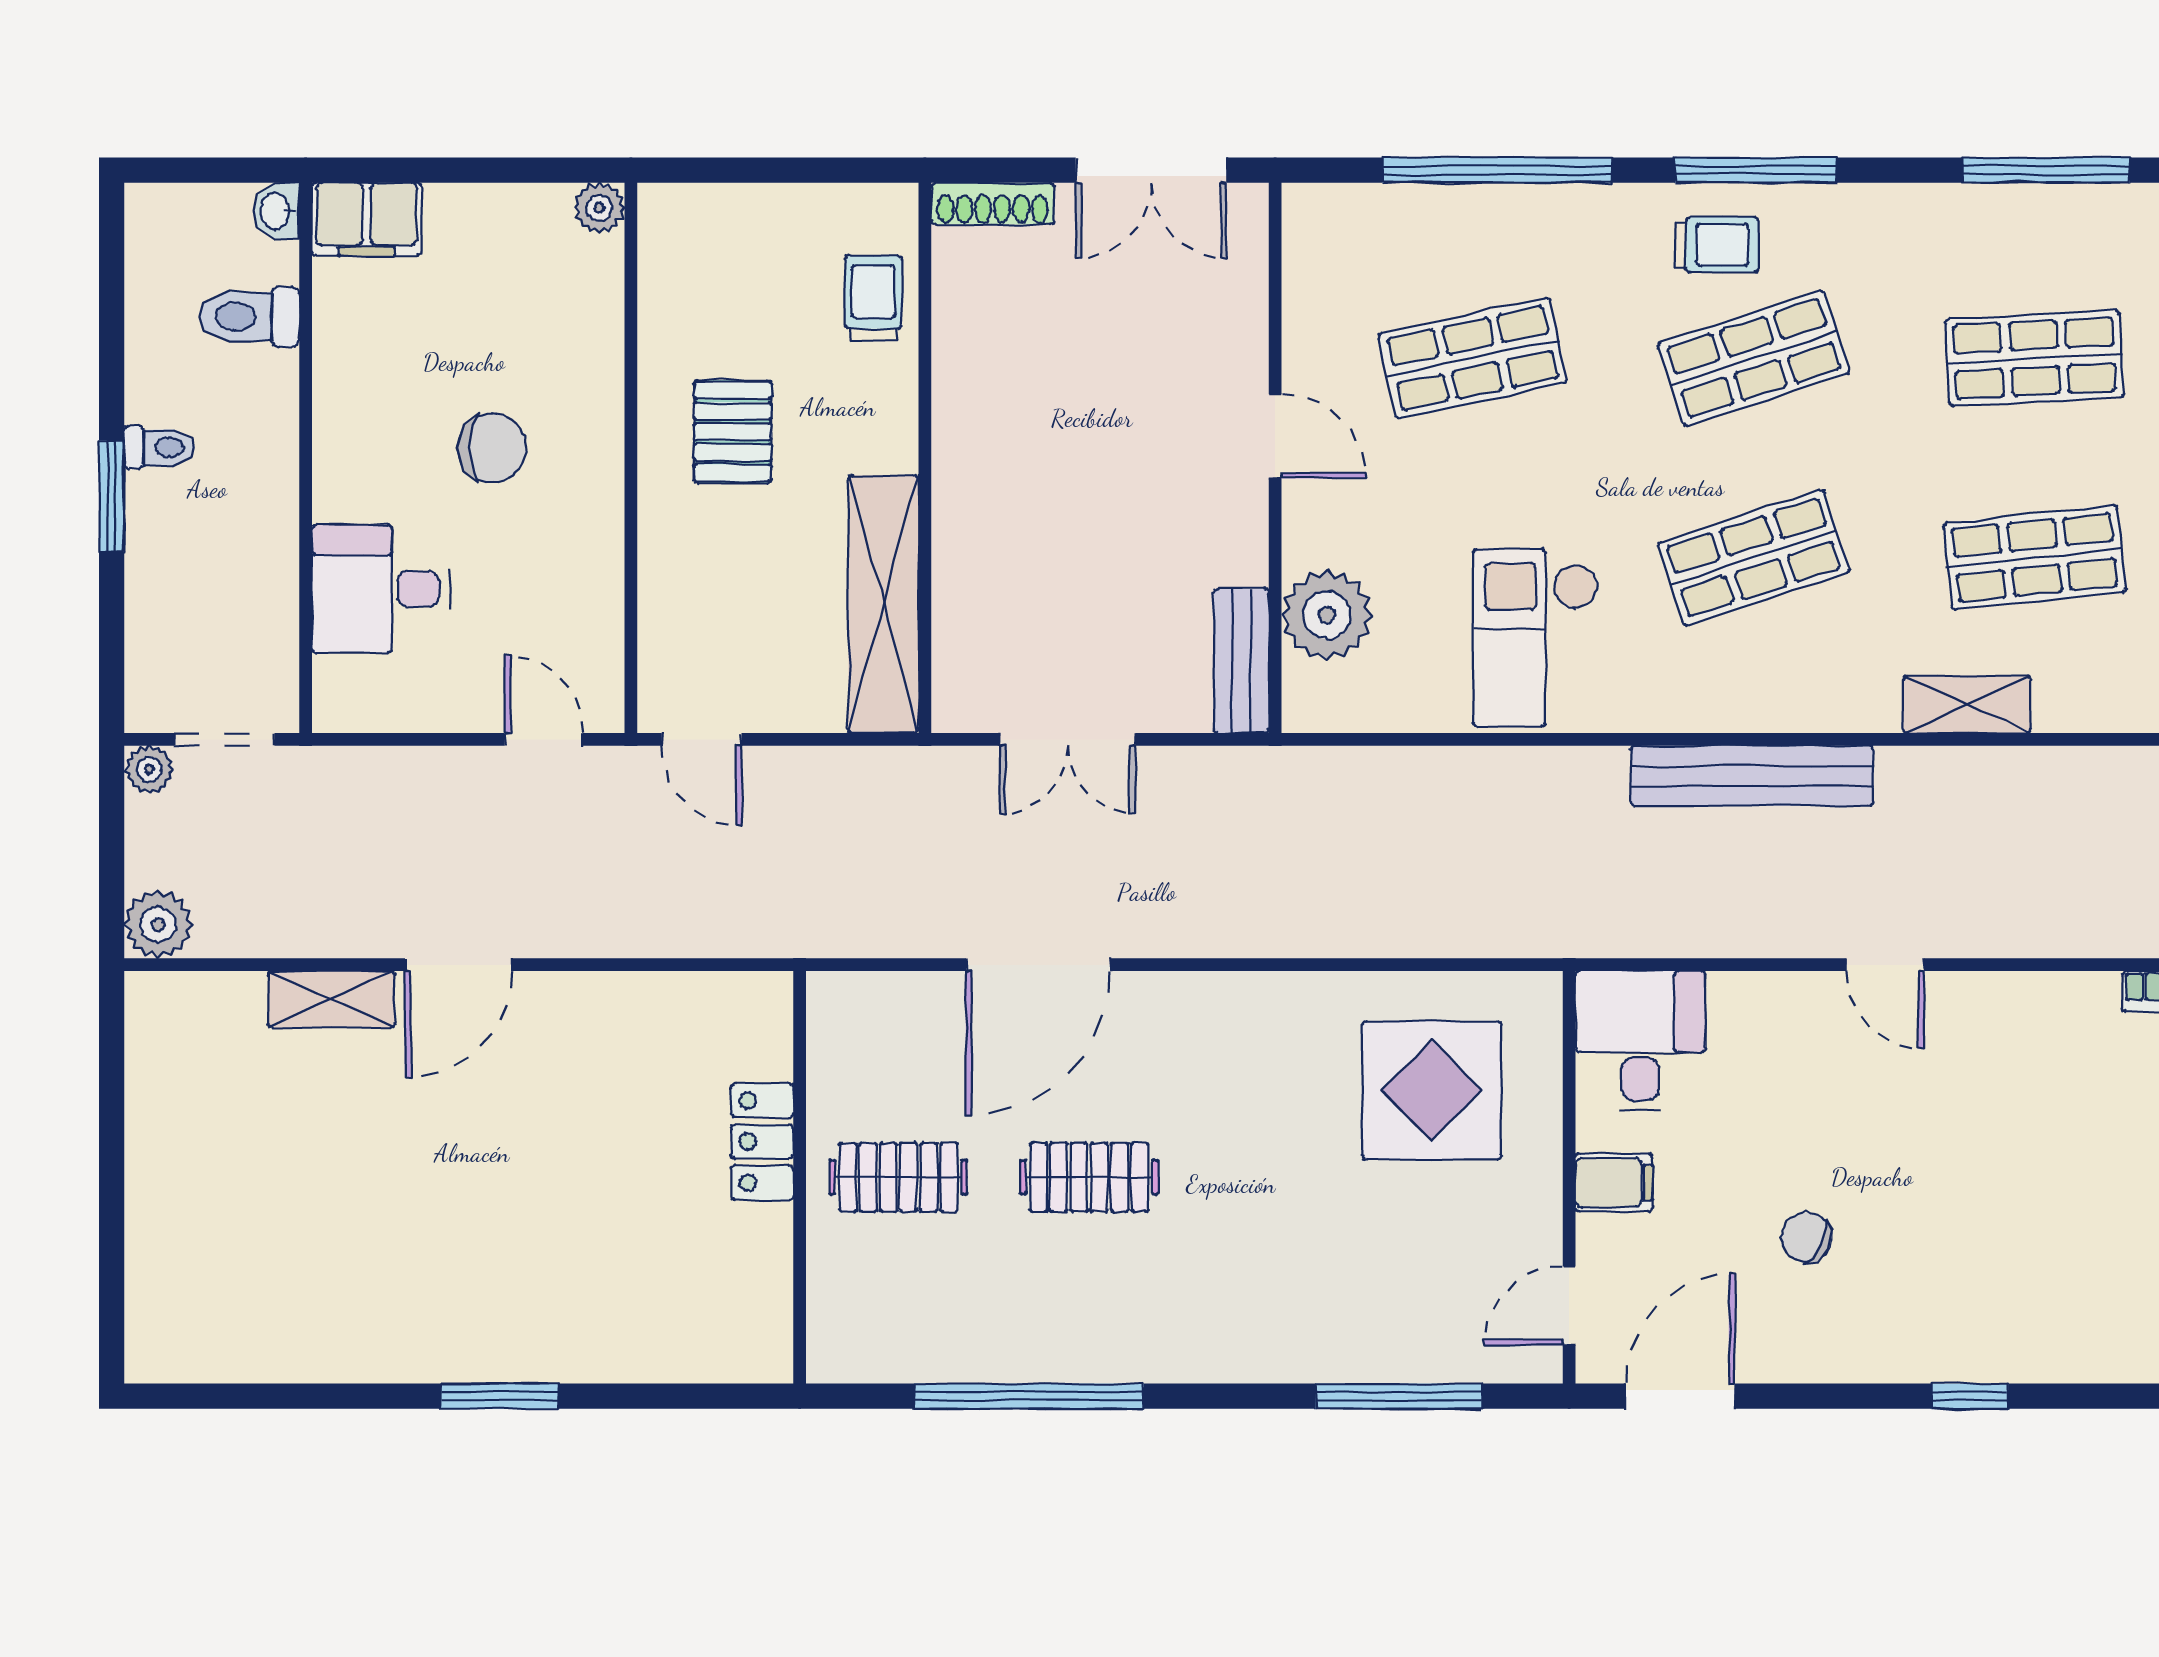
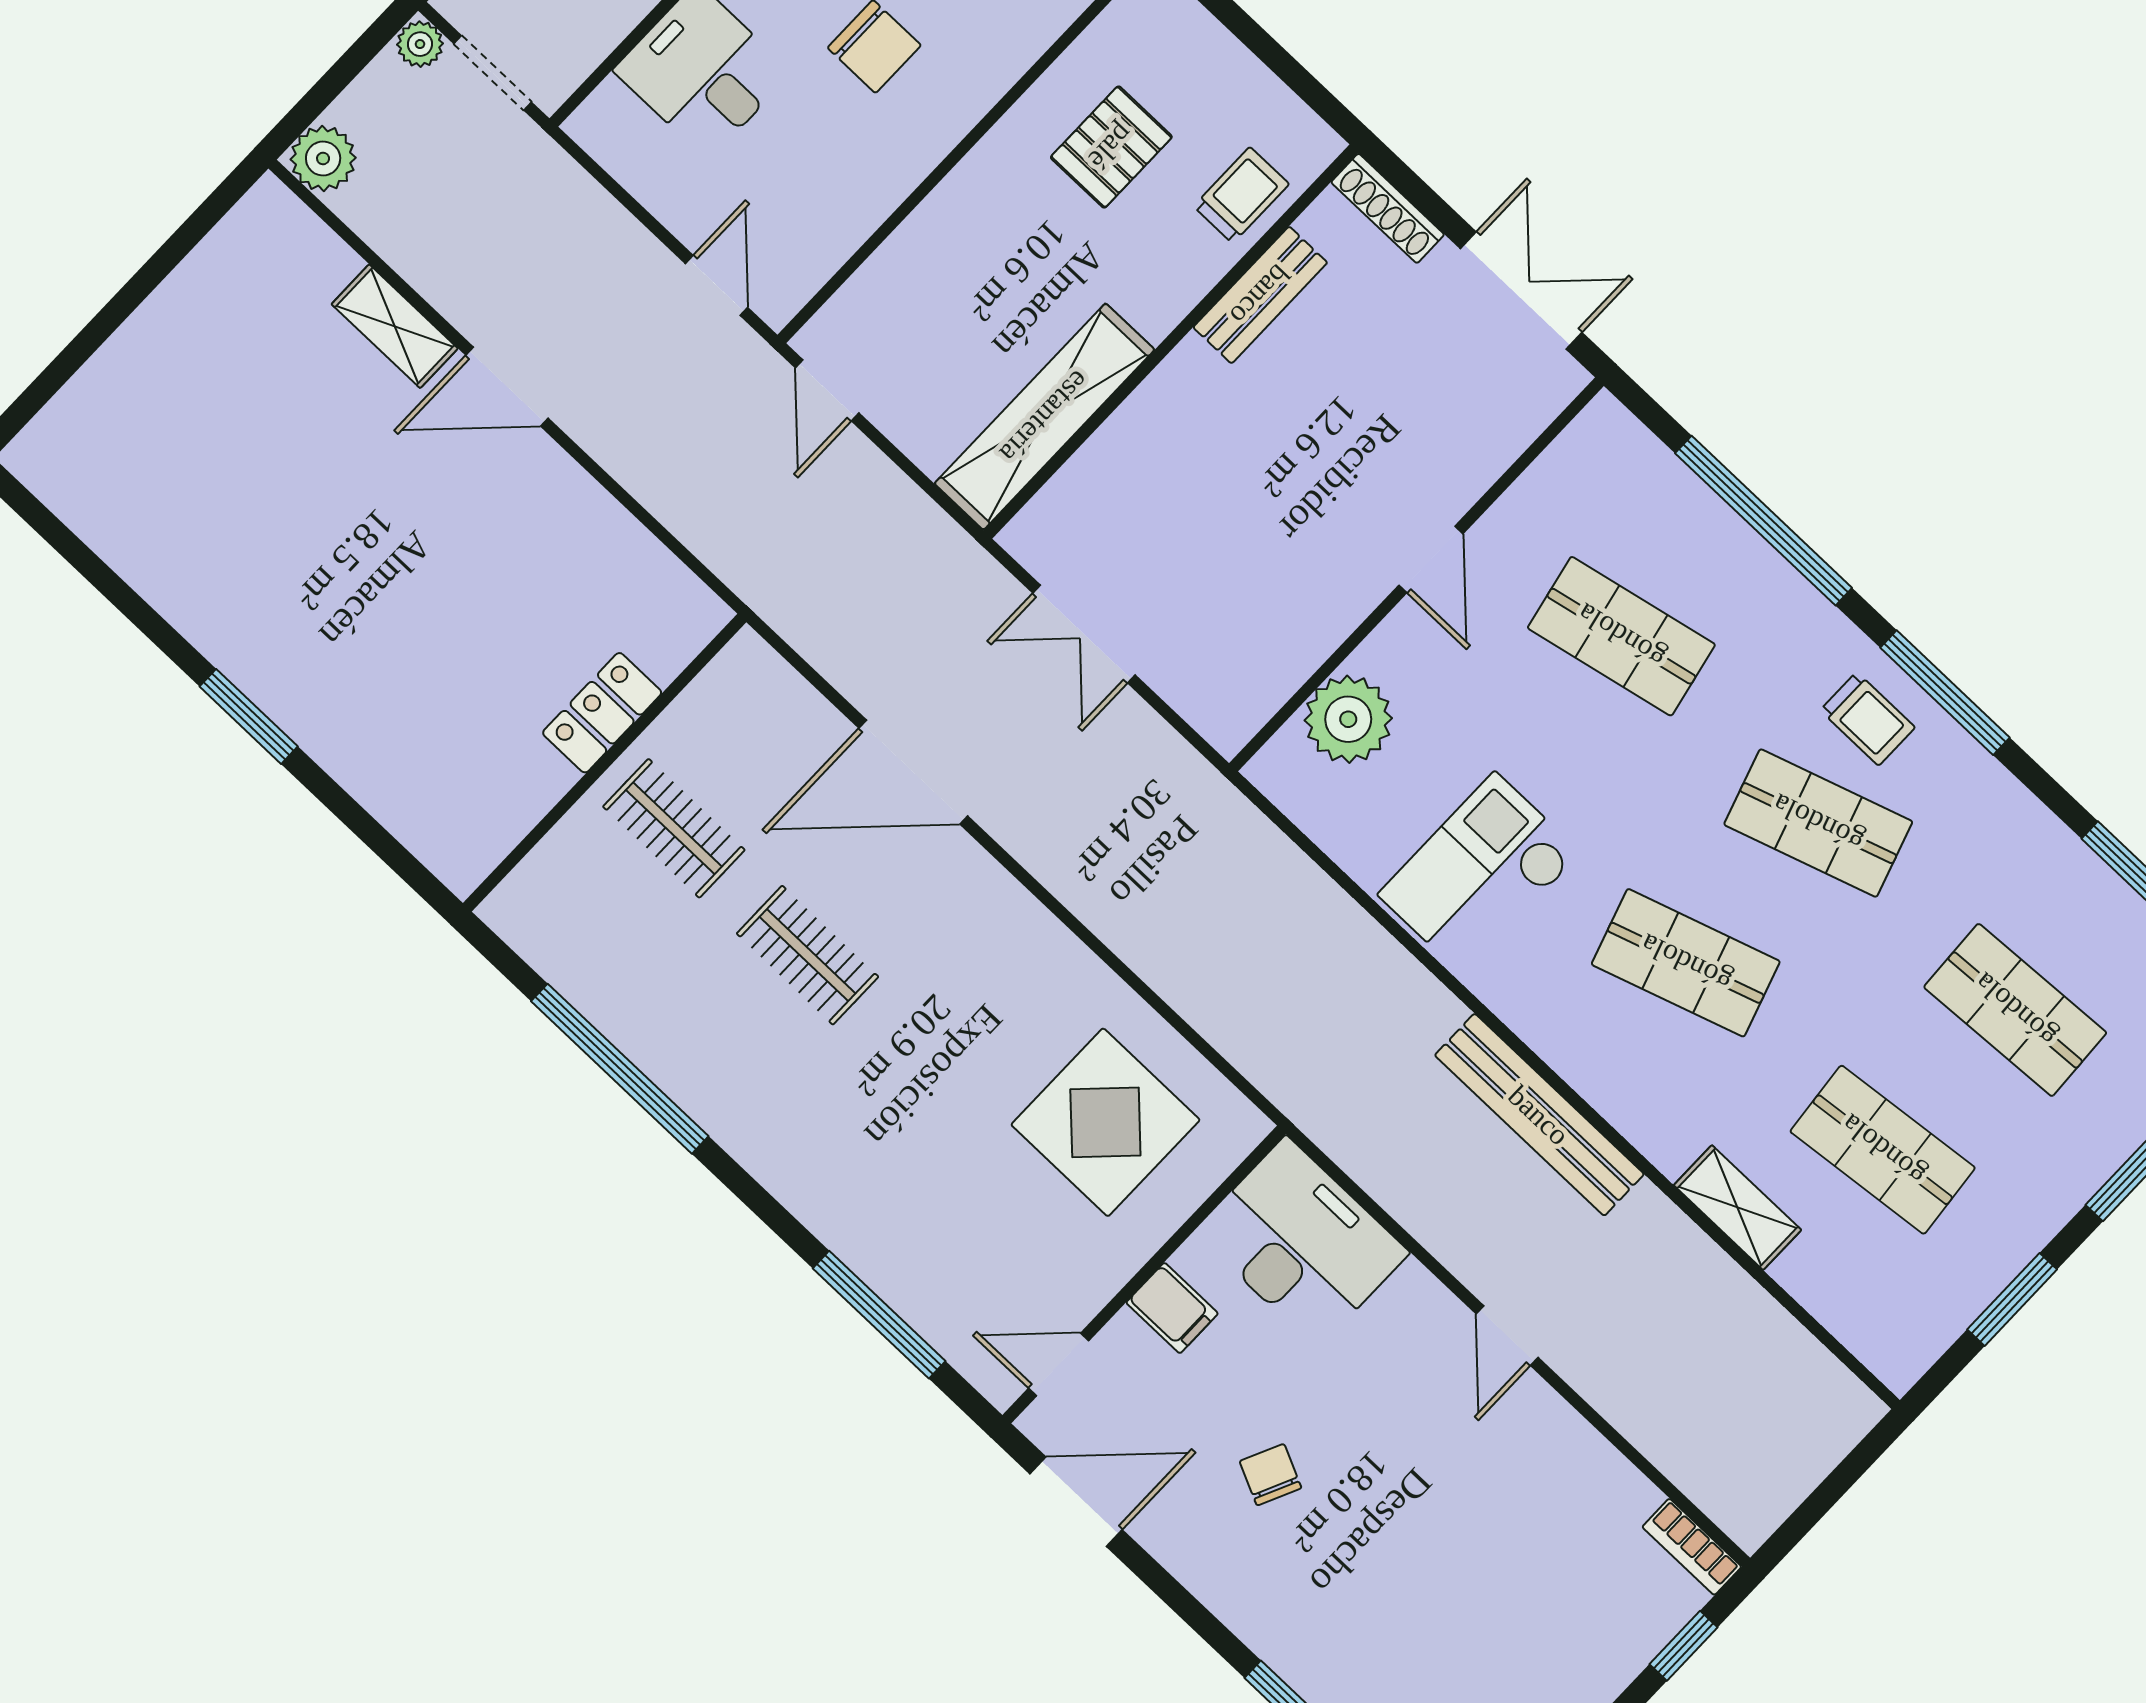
double door: (1151, 170) -> (1521, 291), swing flipped
pallet: (733, 432) -> (1111, 147), moved
bench: (1241, 661) -> (1260, 295), moved
desk: (1640, 1041) -> (1302, 1242), width x1.37

